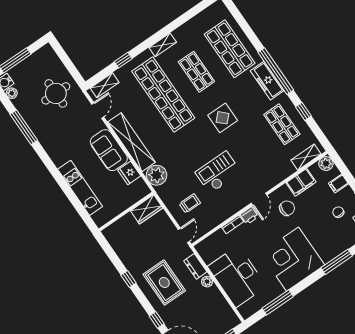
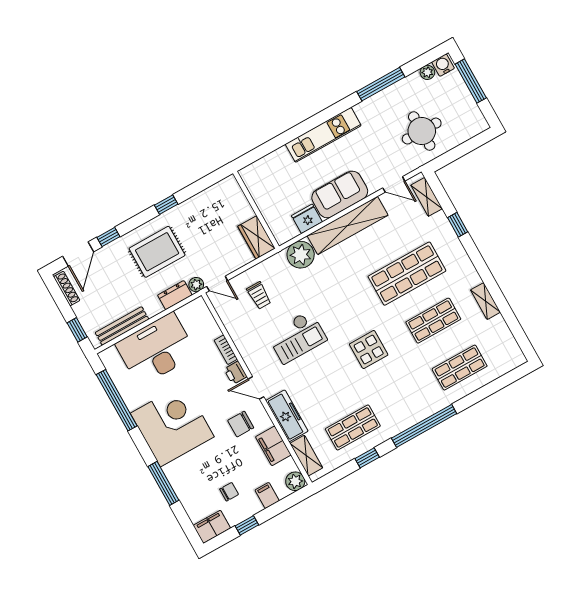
shelving: (163, 45) -> (485, 301), moved
shop shelf: (230, 49) -> (460, 368), width x0.70, depth x0.74
freezer: (267, 81) -> (287, 416), moved, turned 90
shop shelf: (163, 95) -> (407, 274), width x0.71
checkout: (218, 172) -> (297, 337), turned 90
kitchen unit: (80, 188) -> (323, 135), moved
chair: (287, 208) -> (241, 424), turned 90
plant: (207, 282) -> (196, 285), moved
window: (278, 302) -> (117, 400), width x1.46
bench: (222, 304) -> (122, 326), added

